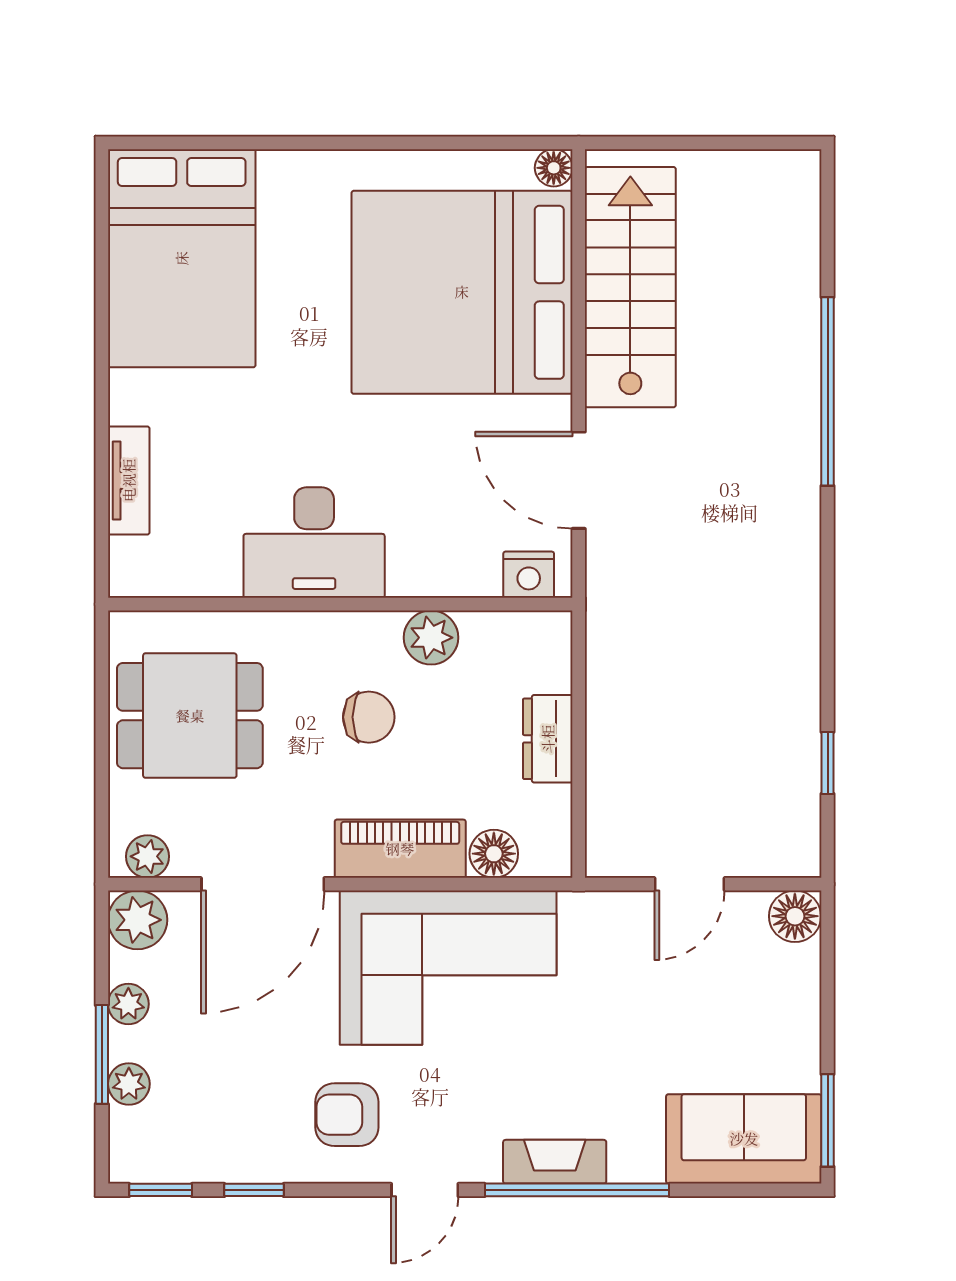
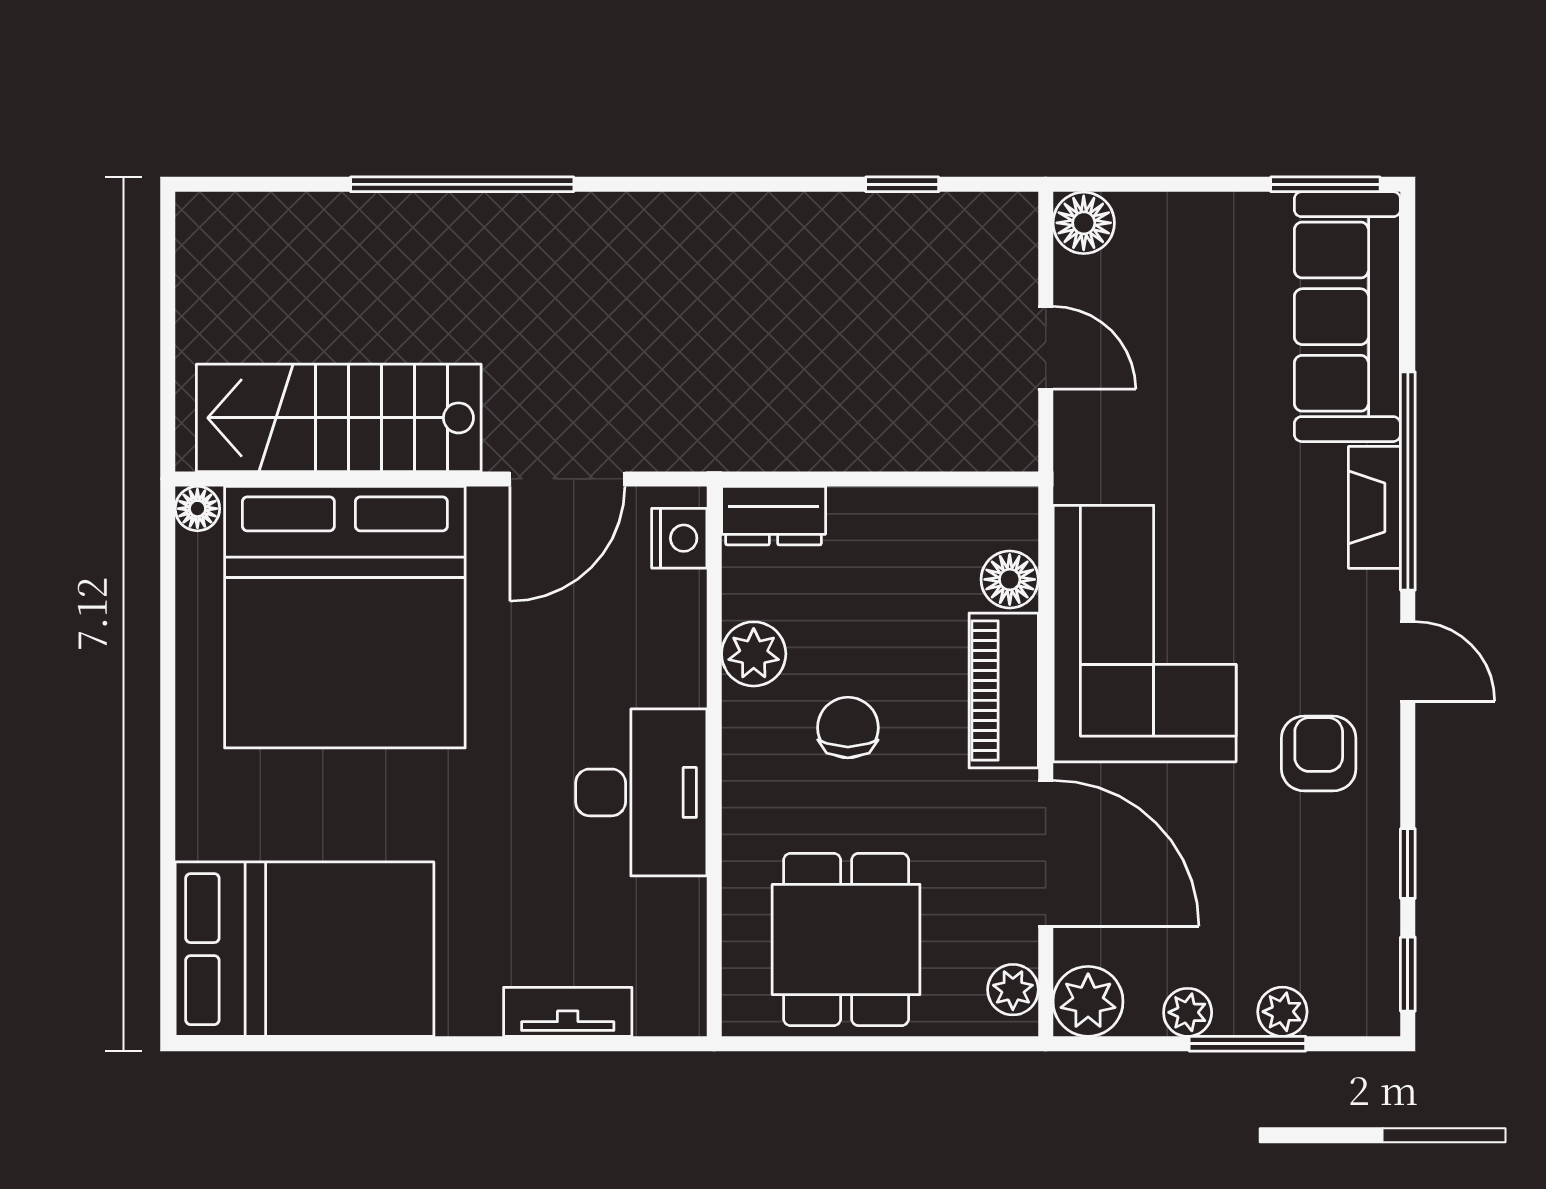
dresser: (548, 739) -> (774, 516), moved
armchair: (347, 1115) -> (1319, 754), turned 180
sofa: (744, 1139) -> (1347, 317), width x1.36

